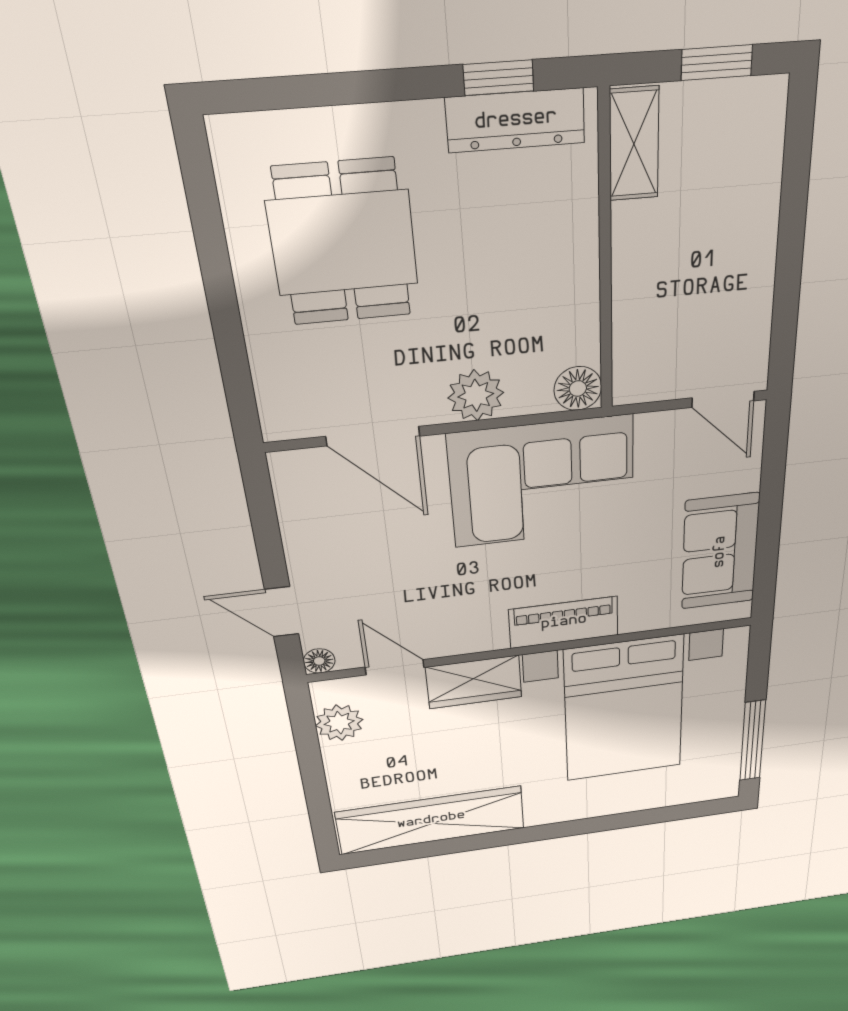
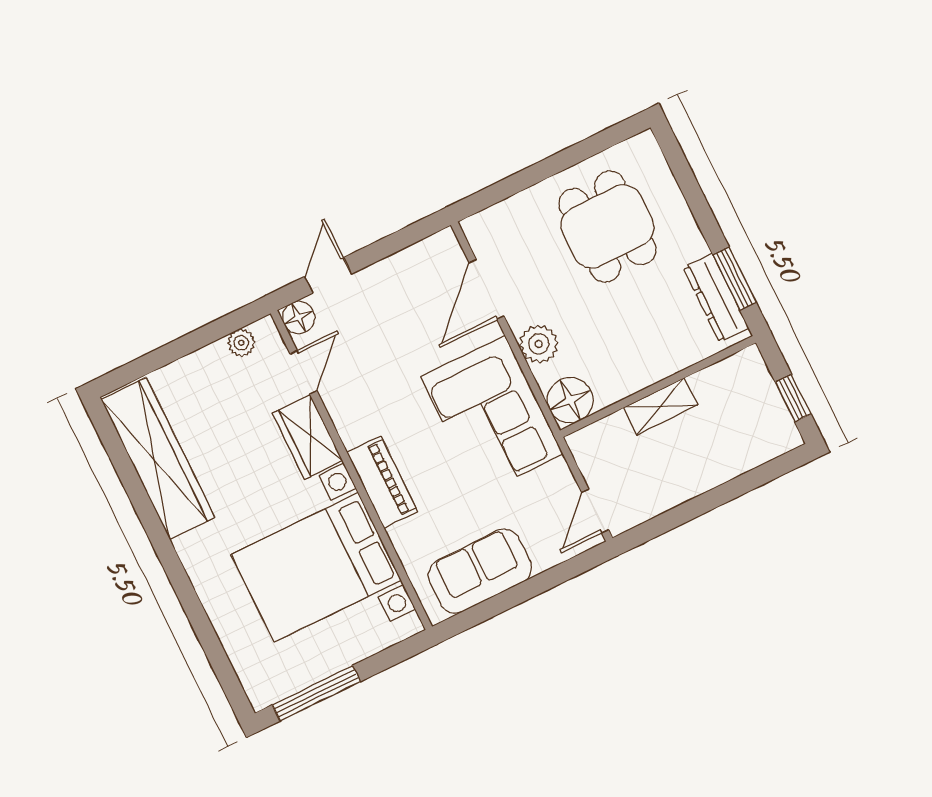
window: (499, 78) -> (735, 279), width x1.50
shelving: (634, 144) -> (660, 406), moved
dining table: (343, 243) -> (607, 227), turned 90
floor lamp: (578, 388) -> (570, 400), width x1.38, depth x1.38
floor lamp: (319, 661) -> (298, 318), width x1.37, depth x1.37
plant: (339, 723) -> (241, 343), width x0.73, depth x0.73

